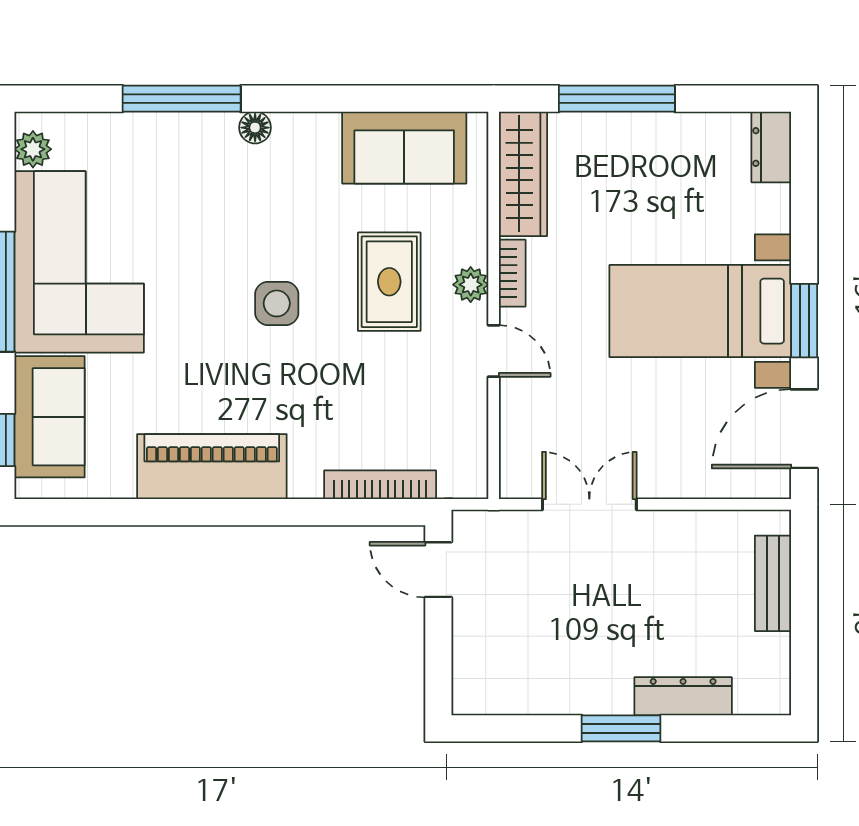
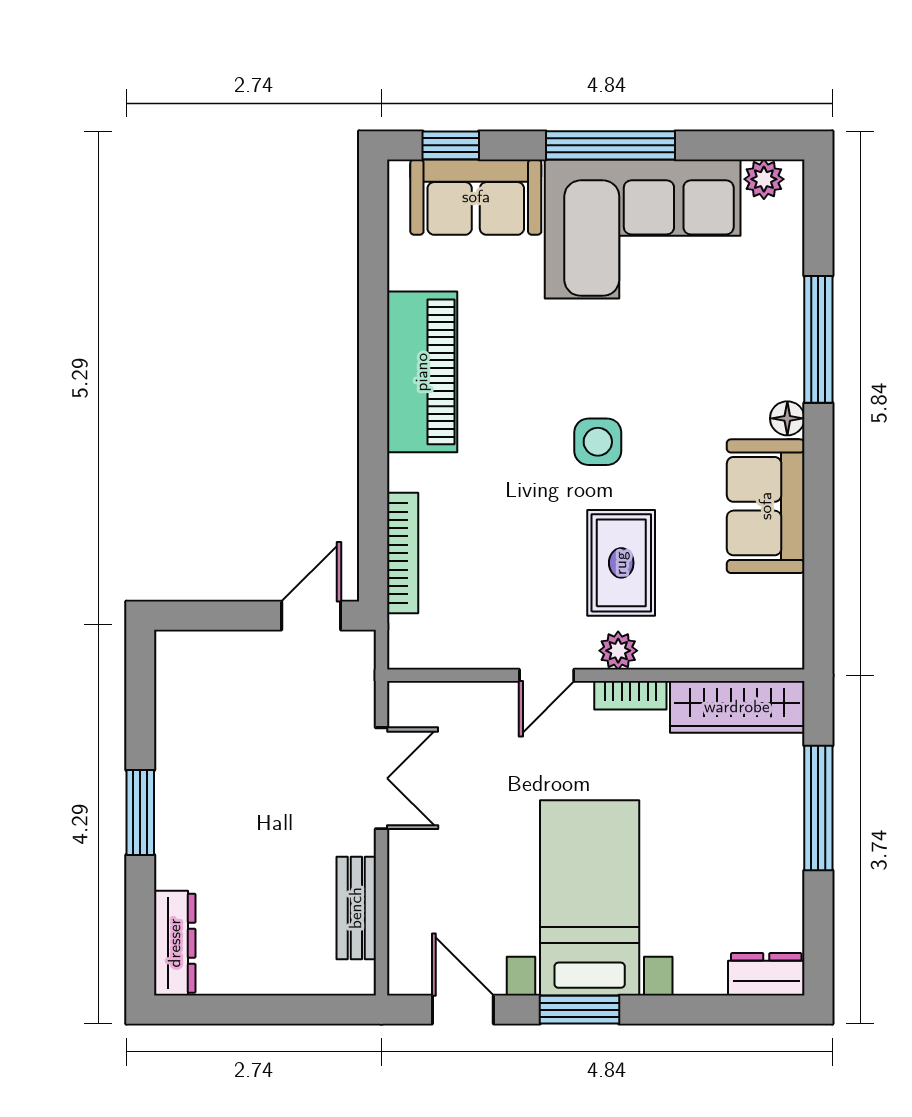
sofa: (404, 148) -> (766, 506), moved
rug: (389, 282) -> (621, 563), turned 90
door: (804, 429) -> (463, 1010), width x0.73
bench: (773, 583) -> (356, 908), moved, turned 90
dresser: (683, 696) -> (175, 943), moved

